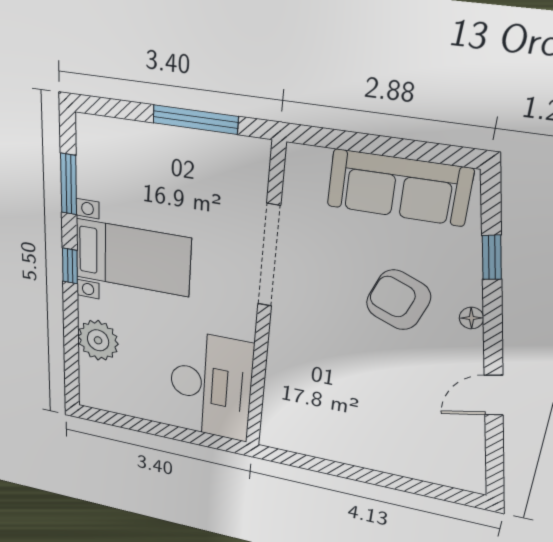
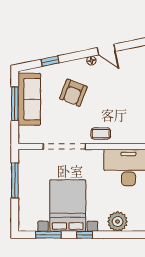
window: (392, 147) -> (15, 104), added
bed with nightstands: (133, 258) -> (68, 206), width x1.36
floor lamp: (471, 318) -> (91, 61), moved
coffee table: (291, 343) -> (101, 134), added

